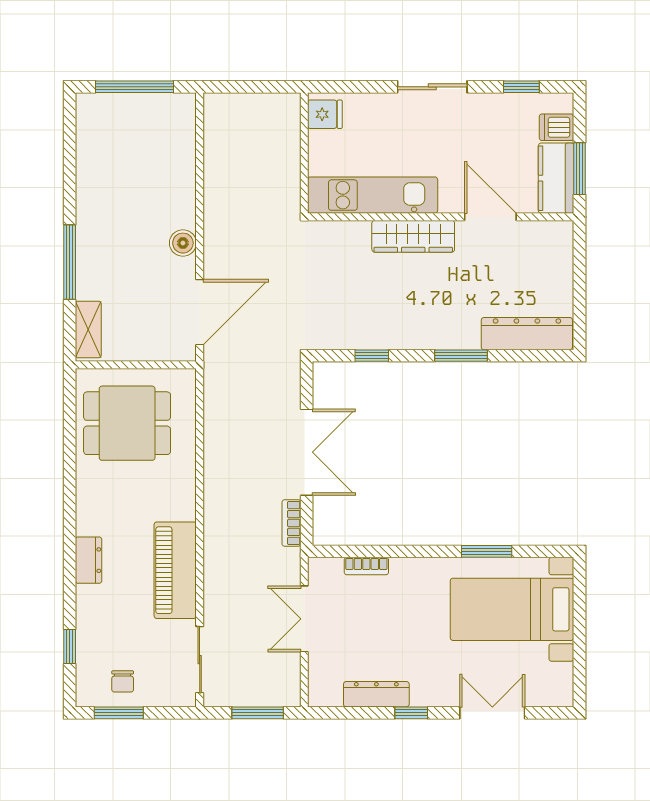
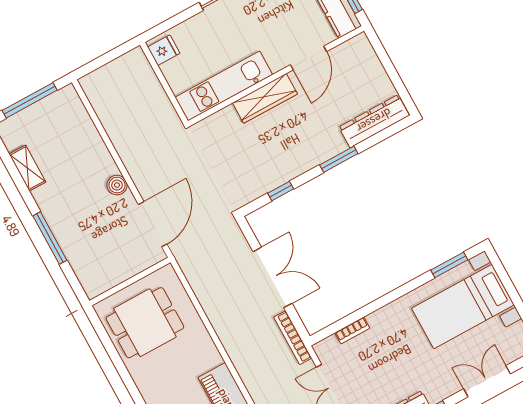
door: (490, 217) -> (308, 58), swing flipped
shelving: (88, 329) -> (27, 168), moved
bookcase: (291, 523) -> (293, 338), width x1.56
window: (487, 551) -> (449, 265), moved

